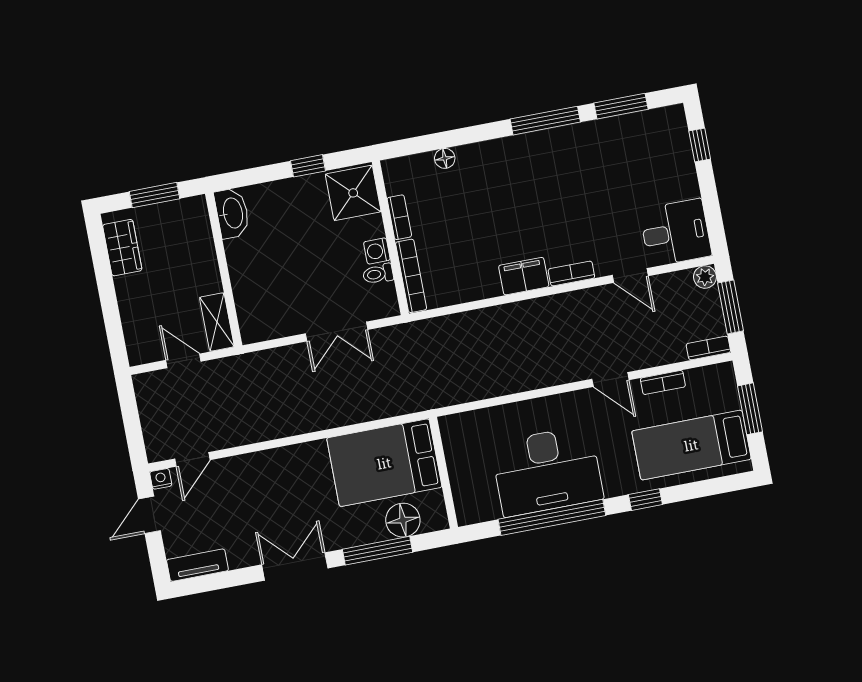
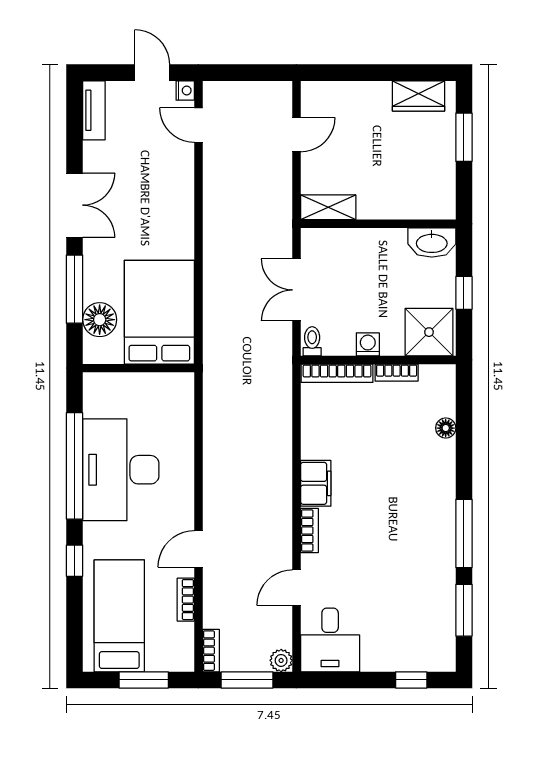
washbasin: (232, 213) -> (432, 243), moved
wall: (224, 270) -> (378, 224), moved
toilet: (378, 274) -> (312, 341), moved
shelving: (217, 322) -> (328, 207), moved

